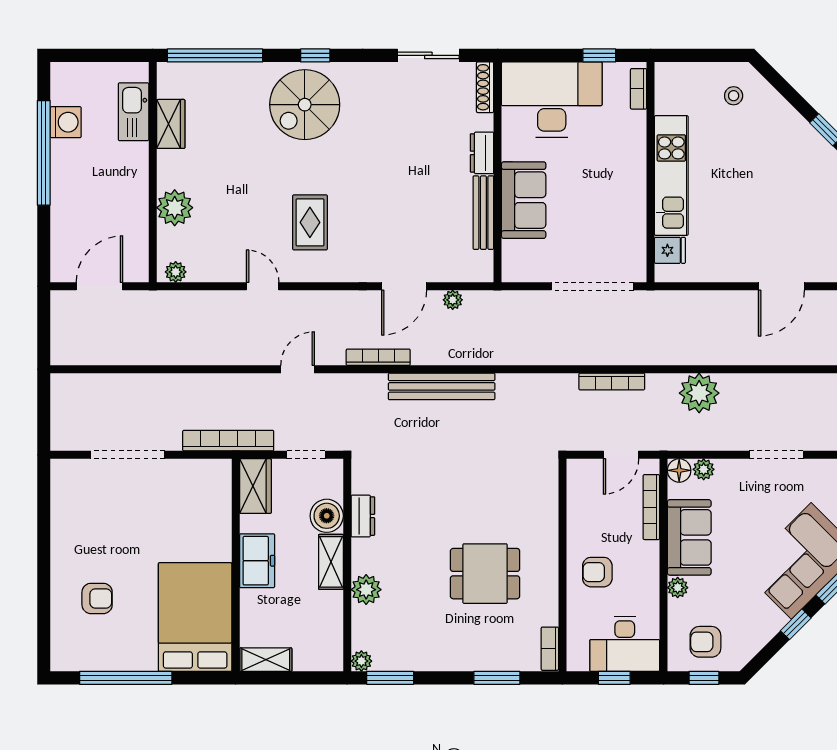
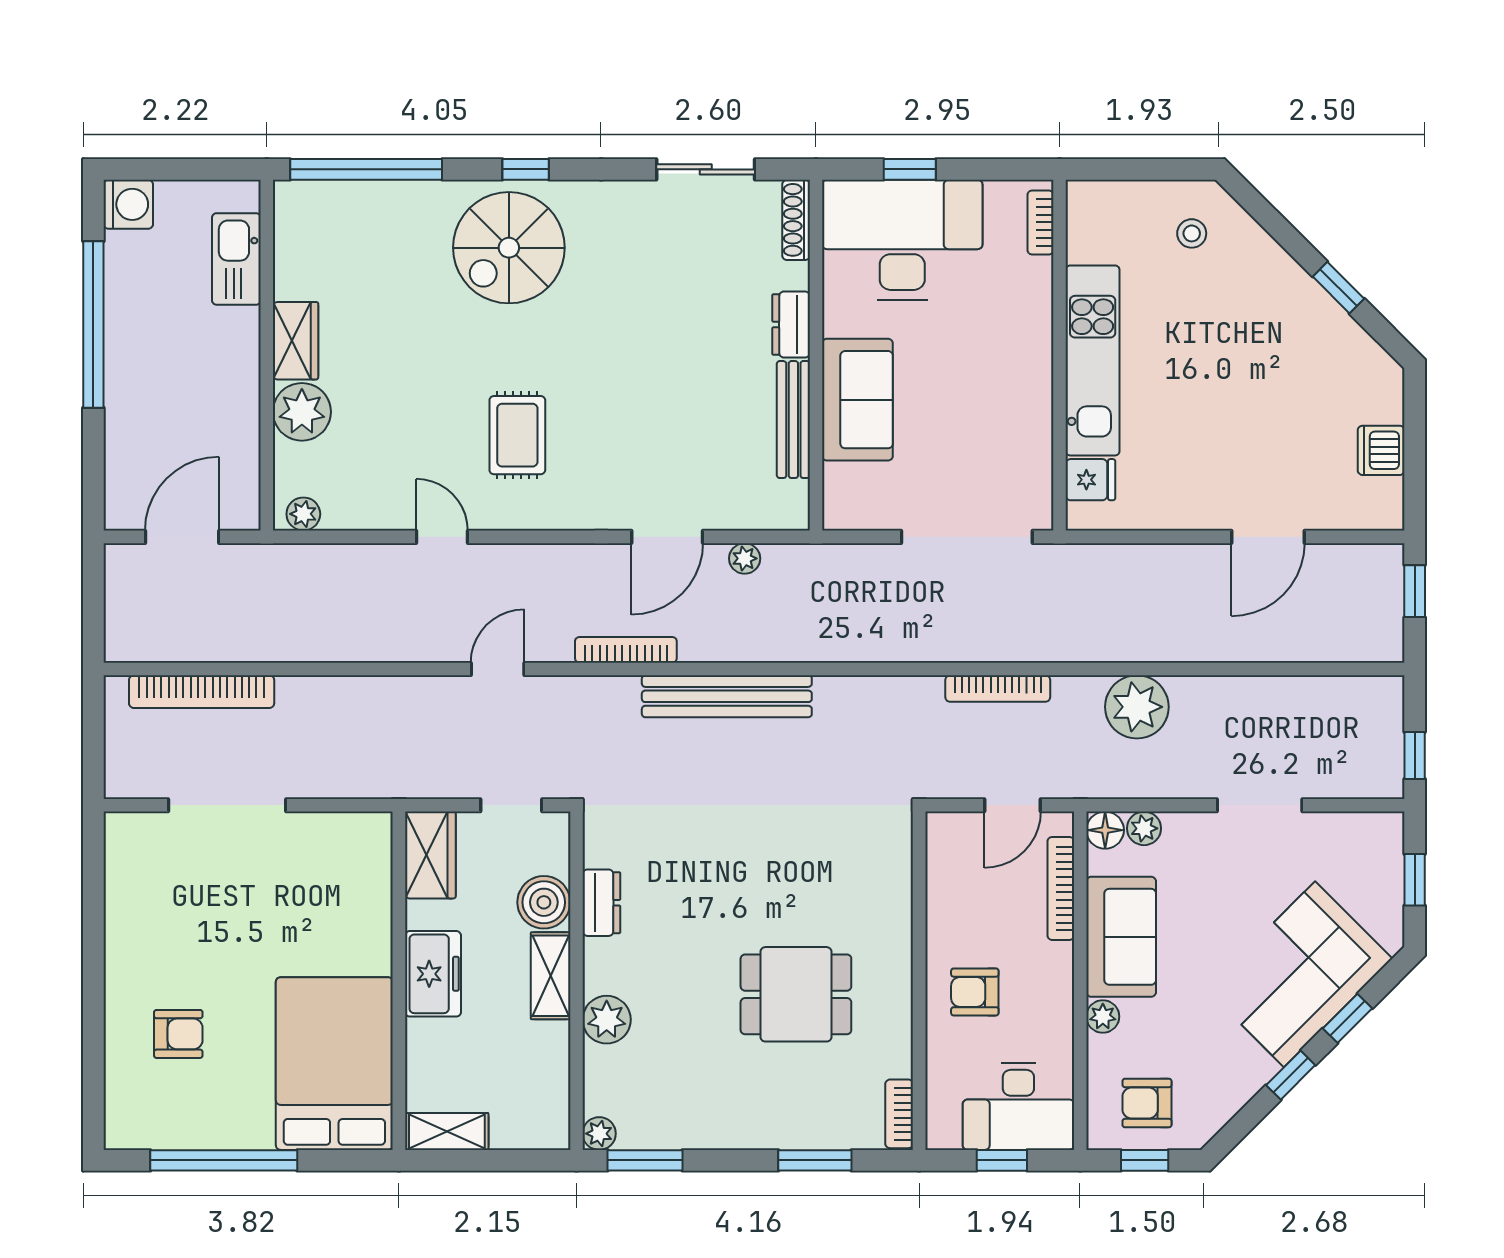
window: (599, 55) -> (910, 169), moved
washing machine: (66, 122) -> (128, 204), moved
wardrobe: (171, 124) -> (296, 341), moved
bookcase: (228, 441) -> (202, 692), moved, turned 180

